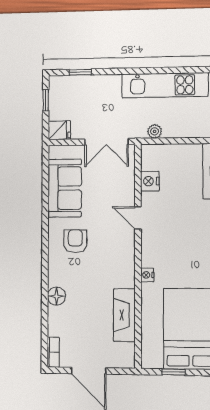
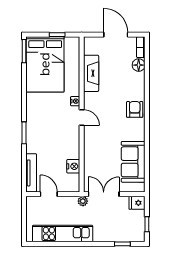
plant: (155, 131) -> (83, 201), moved
door: (185, 141) -> (49, 194), added
door: (138, 218) -> (82, 118), moved
armchair: (75, 241) -> (135, 109), moved, turned 180
floor lamp: (56, 296) -> (139, 65), moved

